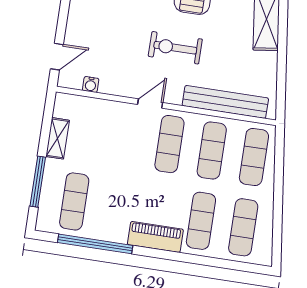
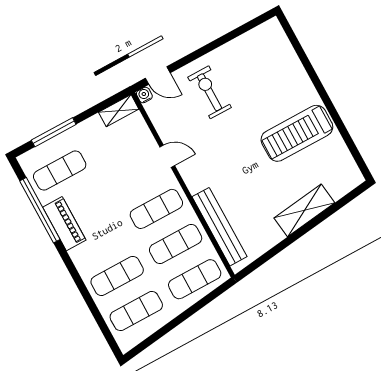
exercise bike: (175, 48) -> (210, 92), moved
water cooler: (91, 85) -> (144, 95), moved, turned 90
door: (150, 104) -> (167, 156), moved
shelving: (58, 138) -> (119, 111), moved
piano: (155, 237) -> (64, 224), moved

